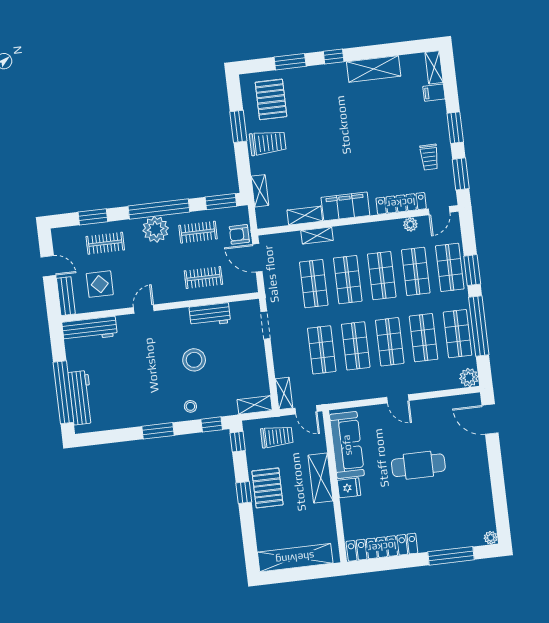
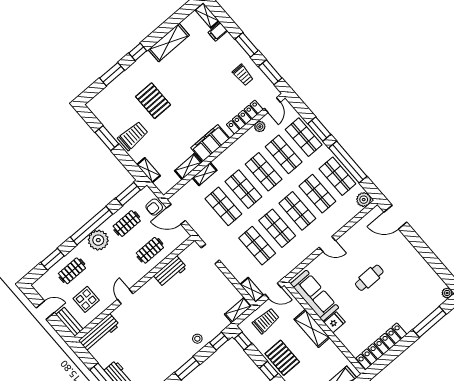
pallet: (271, 99) -> (153, 101), moved
stool: (194, 360) -> (180, 307), removed
cafe table: (418, 465) -> (369, 278), width x0.73, depth x0.74

